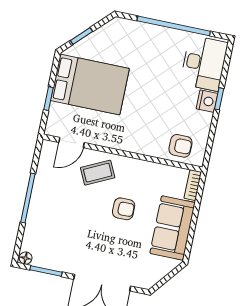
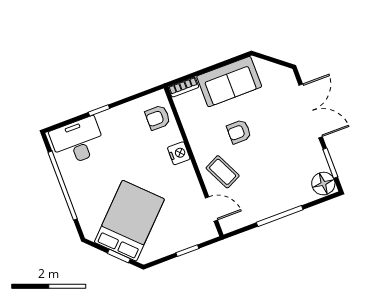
bed: (90, 85) -> (129, 221), moved, turned 45
nightstand: (207, 101) -> (179, 153), moved, turned 90
armchair: (180, 146) -> (158, 118), turned -90
armchair: (124, 209) -> (239, 132), turned -90
floor lamp: (26, 258) -> (323, 184), width x1.89, depth x1.89

